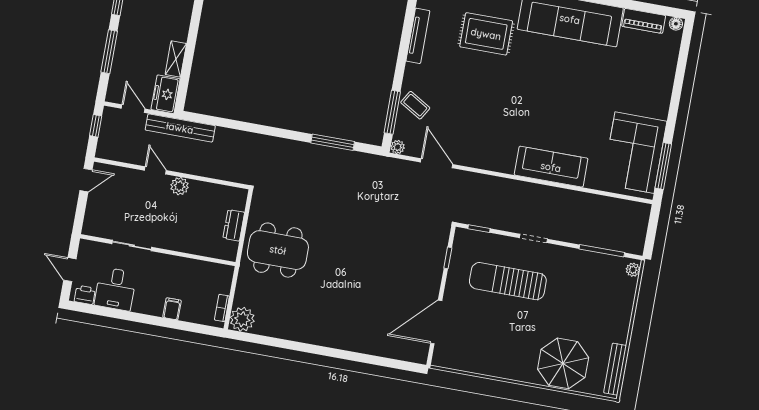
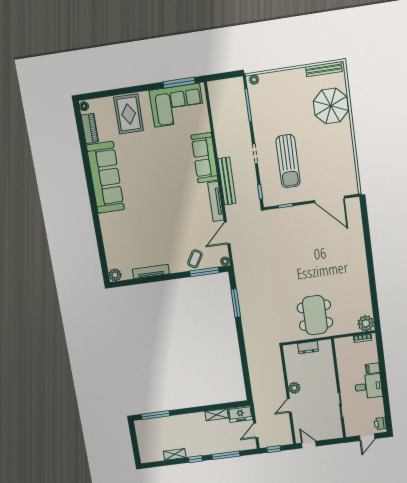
rug: (486, 34) -> (129, 114), moved
bench: (180, 128) -> (227, 181), moved
tv unit: (486, 162) -> (216, 202), added
desk: (115, 289) -> (368, 386), moved

